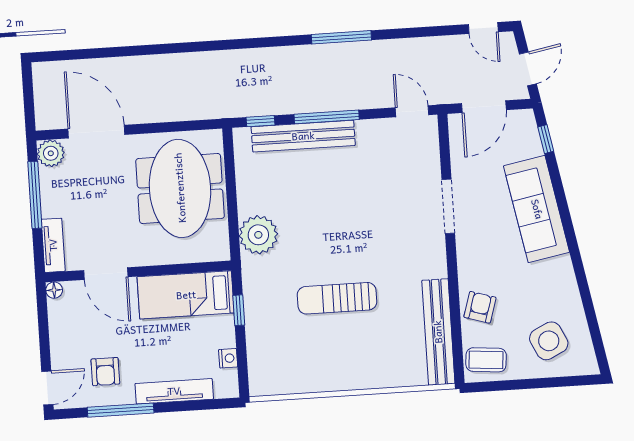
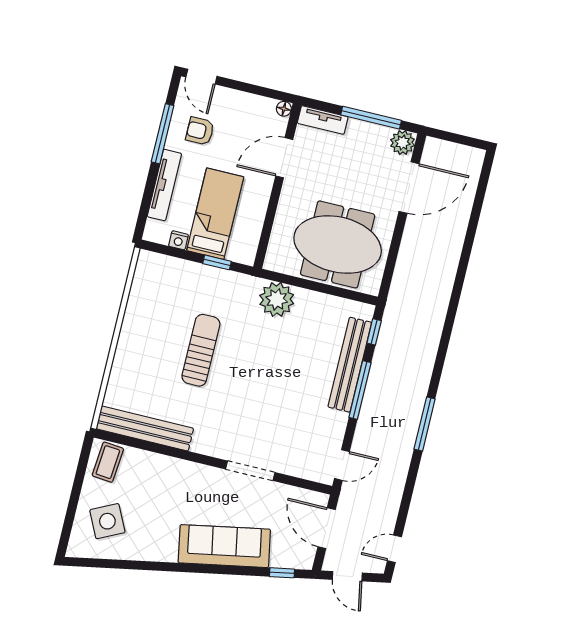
bed: (186, 295) -> (215, 214), moved
armchair: (480, 307) -> (155, 471), removed

